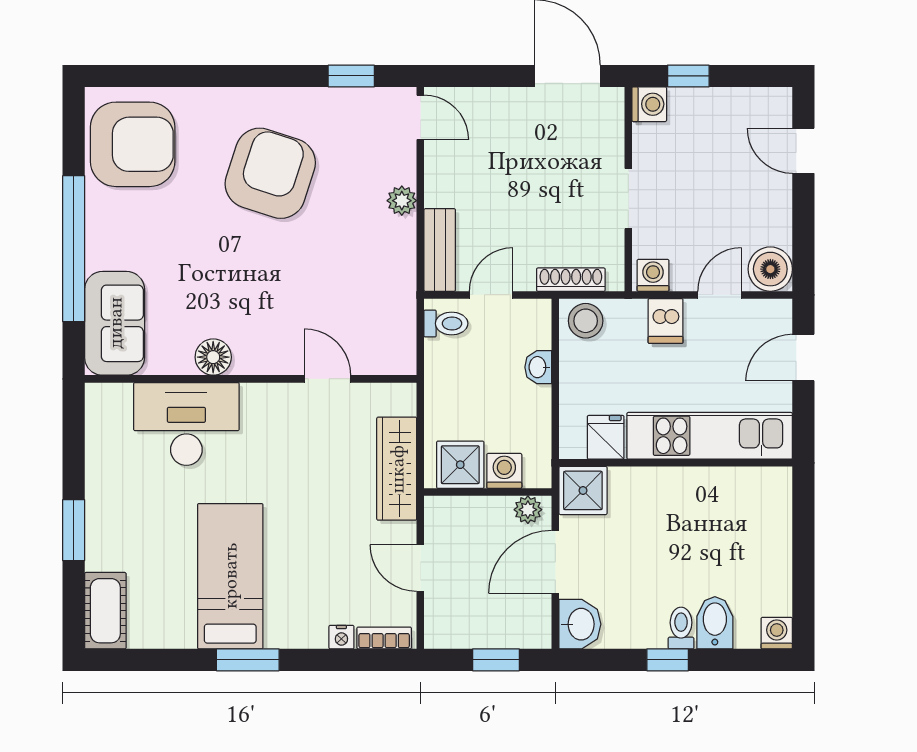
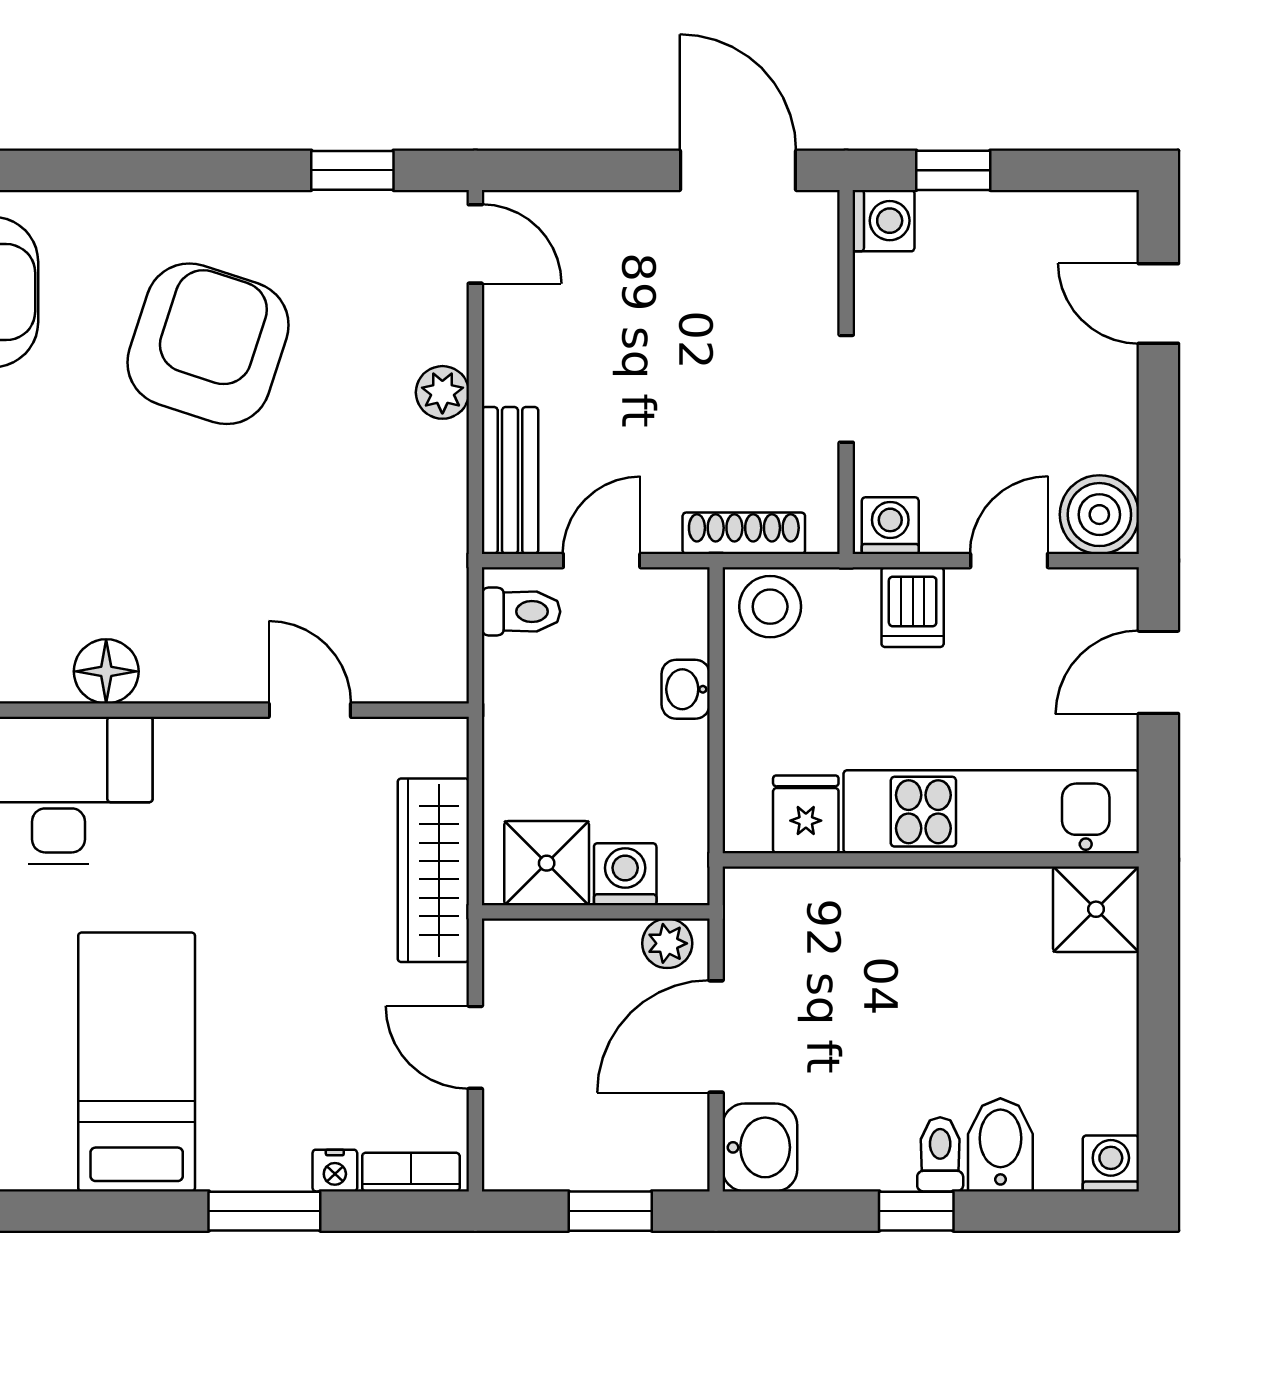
shower: (583, 490) -> (1096, 909), moved
window: (248, 660) -> (264, 1211), moved

